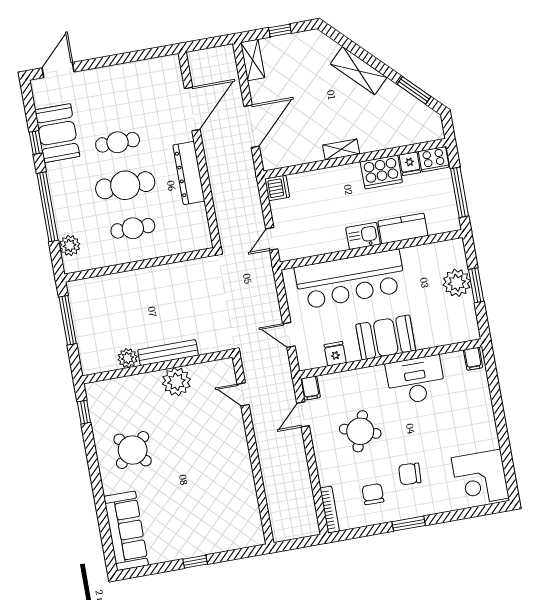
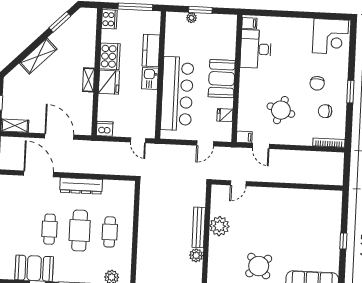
fridge: (410, 164) -> (109, 82), moved, width x1.88, depth x1.34
plant: (457, 283) -> (191, 18), width x0.53, depth x0.53
desk: (416, 380) -> (256, 49), moved

